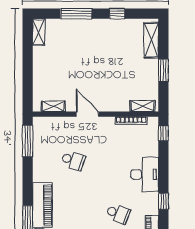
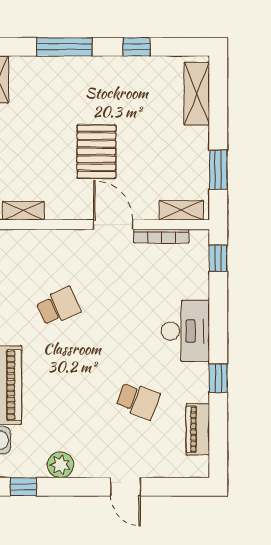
window: (163, 70) -> (218, 170), moved
pallet: (94, 73) -> (96, 151), added
door: (87, 114) -> (113, 225), moved
school desk: (73, 160) -> (58, 306), turned -42

